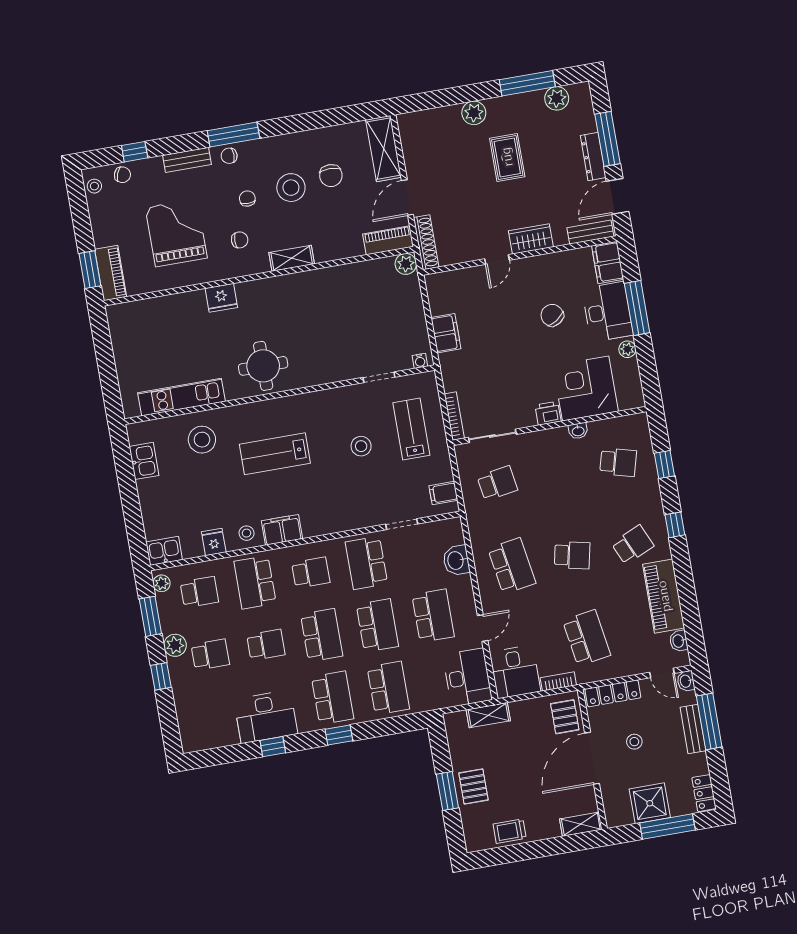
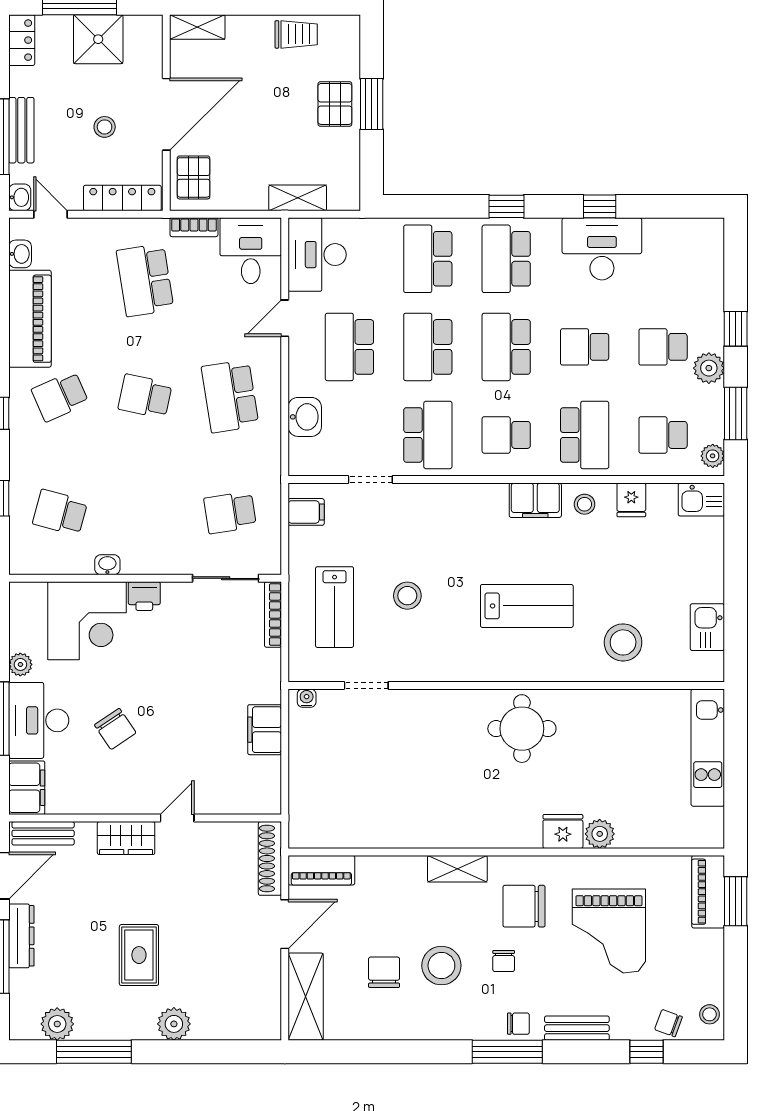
chair: (240, 240) -> (524, 906), width x1.87, depth x1.87
plant: (406, 264) -> (600, 834), moved
kitchen unit: (182, 397) -> (708, 748), moved, turned 90

